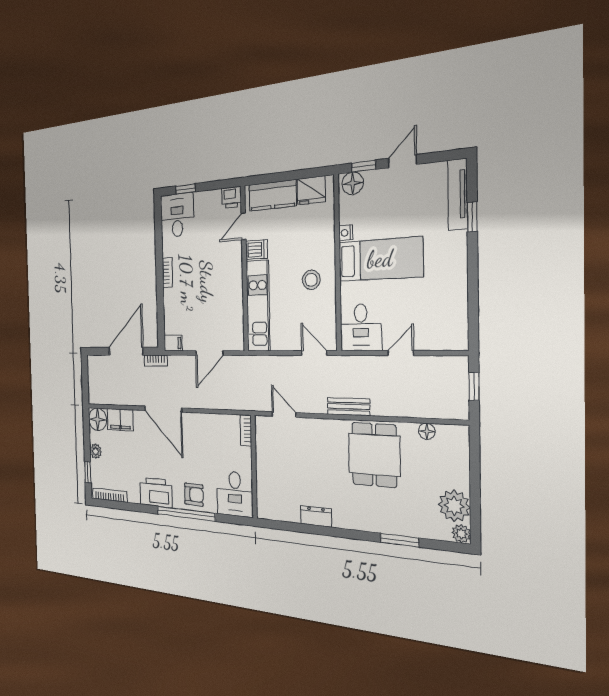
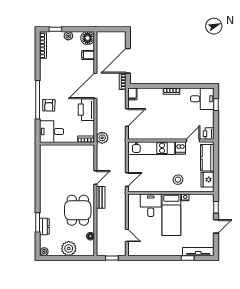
door: (403, 161) -> (216, 226), hinge flipped
floor lamp: (353, 183) -> (209, 201), removed
door: (243, 226) -> (193, 140), hinge flipped
stool: (311, 280) -> (178, 180), moved
desk: (361, 328) -> (151, 205), moved, turned 90
door: (126, 351) -> (128, 61), swing flipped
door: (209, 353) -> (127, 118), swing flipped
door: (401, 353) -> (127, 235), moved
plant: (243, 400) -> (102, 138), added
door: (284, 414) -> (95, 178), moved
filing cabinet: (120, 420) -> (88, 55), width x0.50
dining table: (374, 455) -> (78, 210), turned 90
printer: (156, 492) -> (86, 110), moved, turned 180
plant: (454, 506) -> (69, 248), moved
dresser: (316, 516) -> (44, 226), moved

